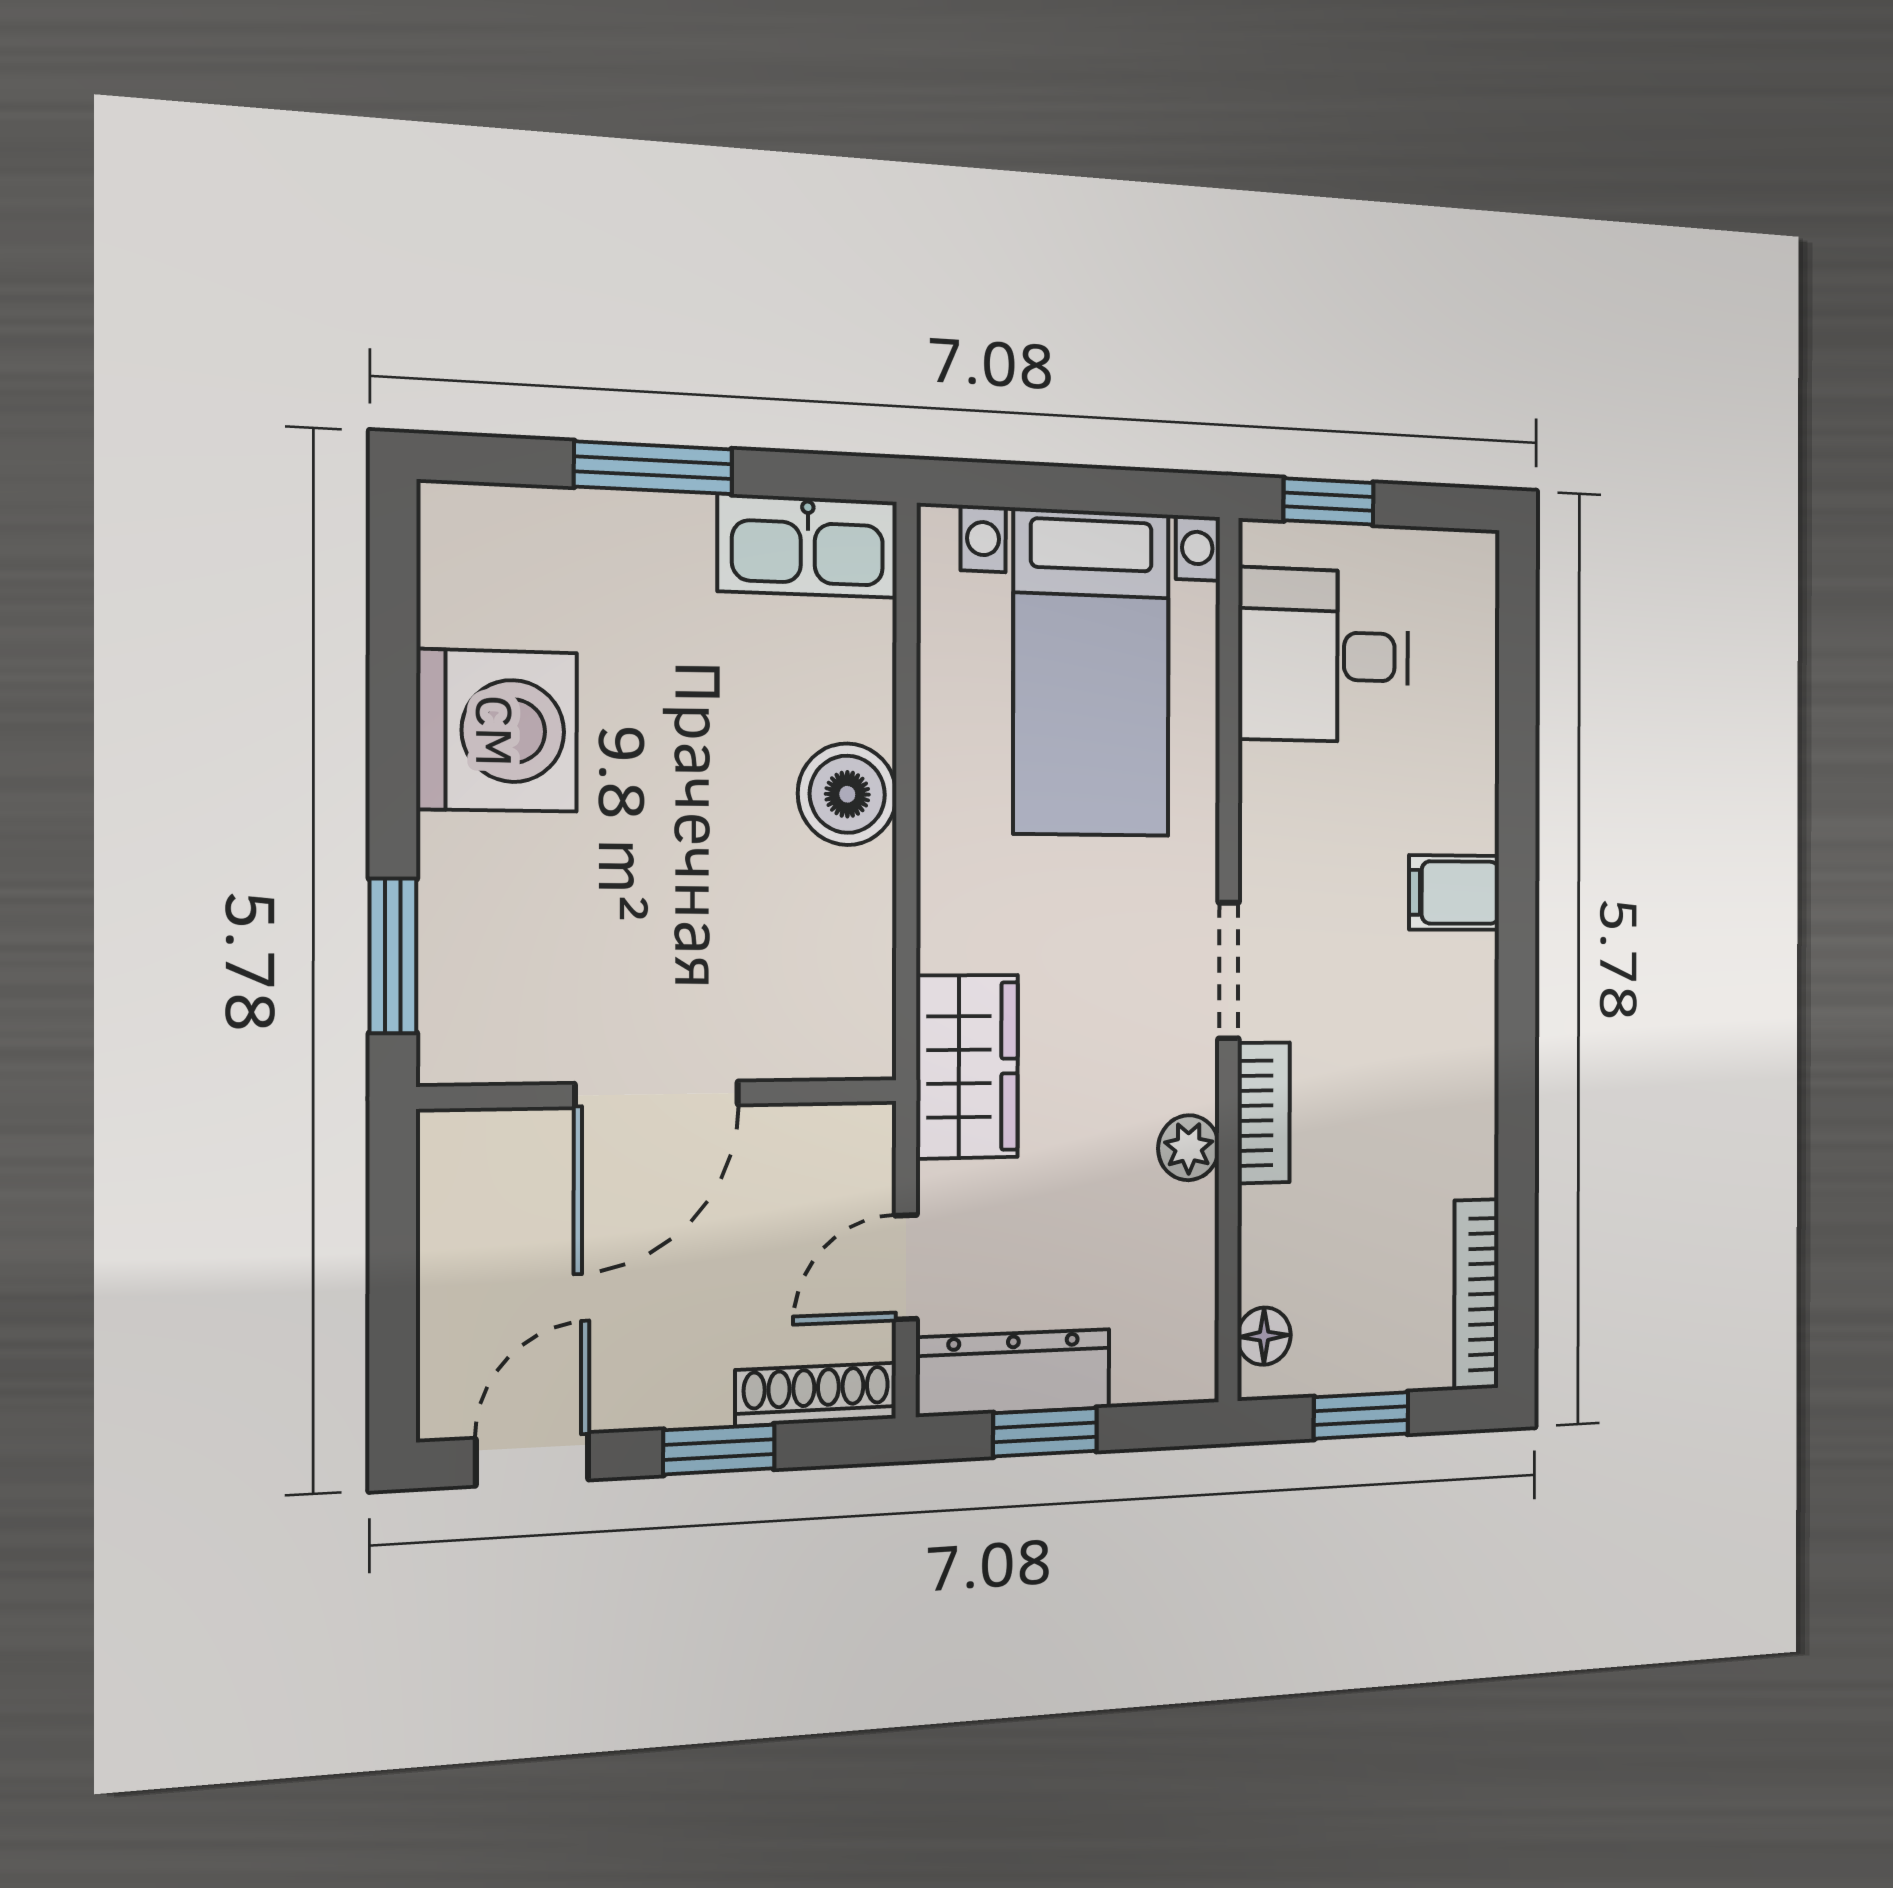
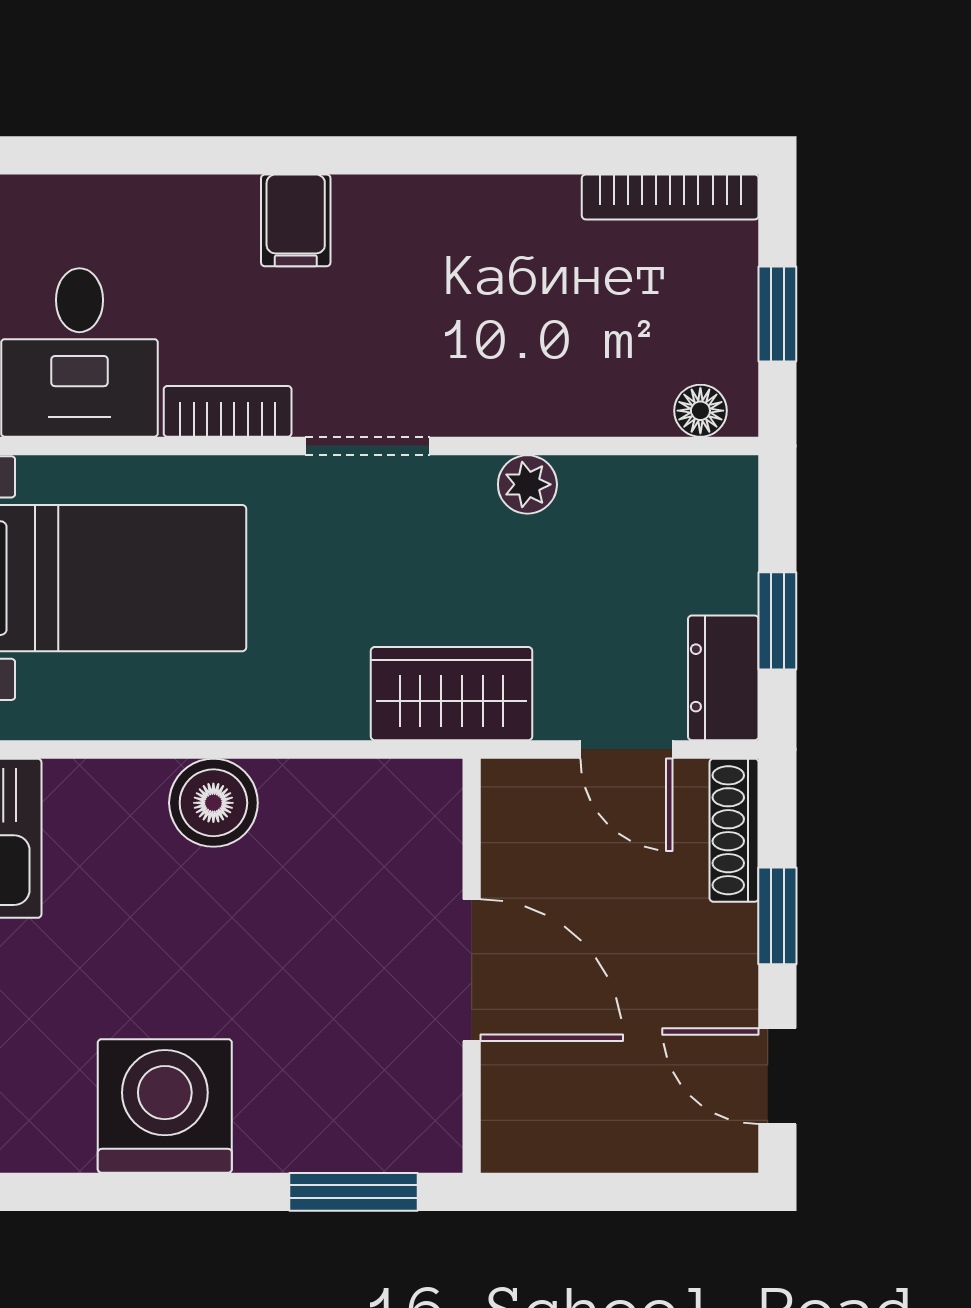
bookcase: (1264, 1113) -> (228, 411), moved
dresser: (1013, 1373) -> (723, 678), width x0.70

